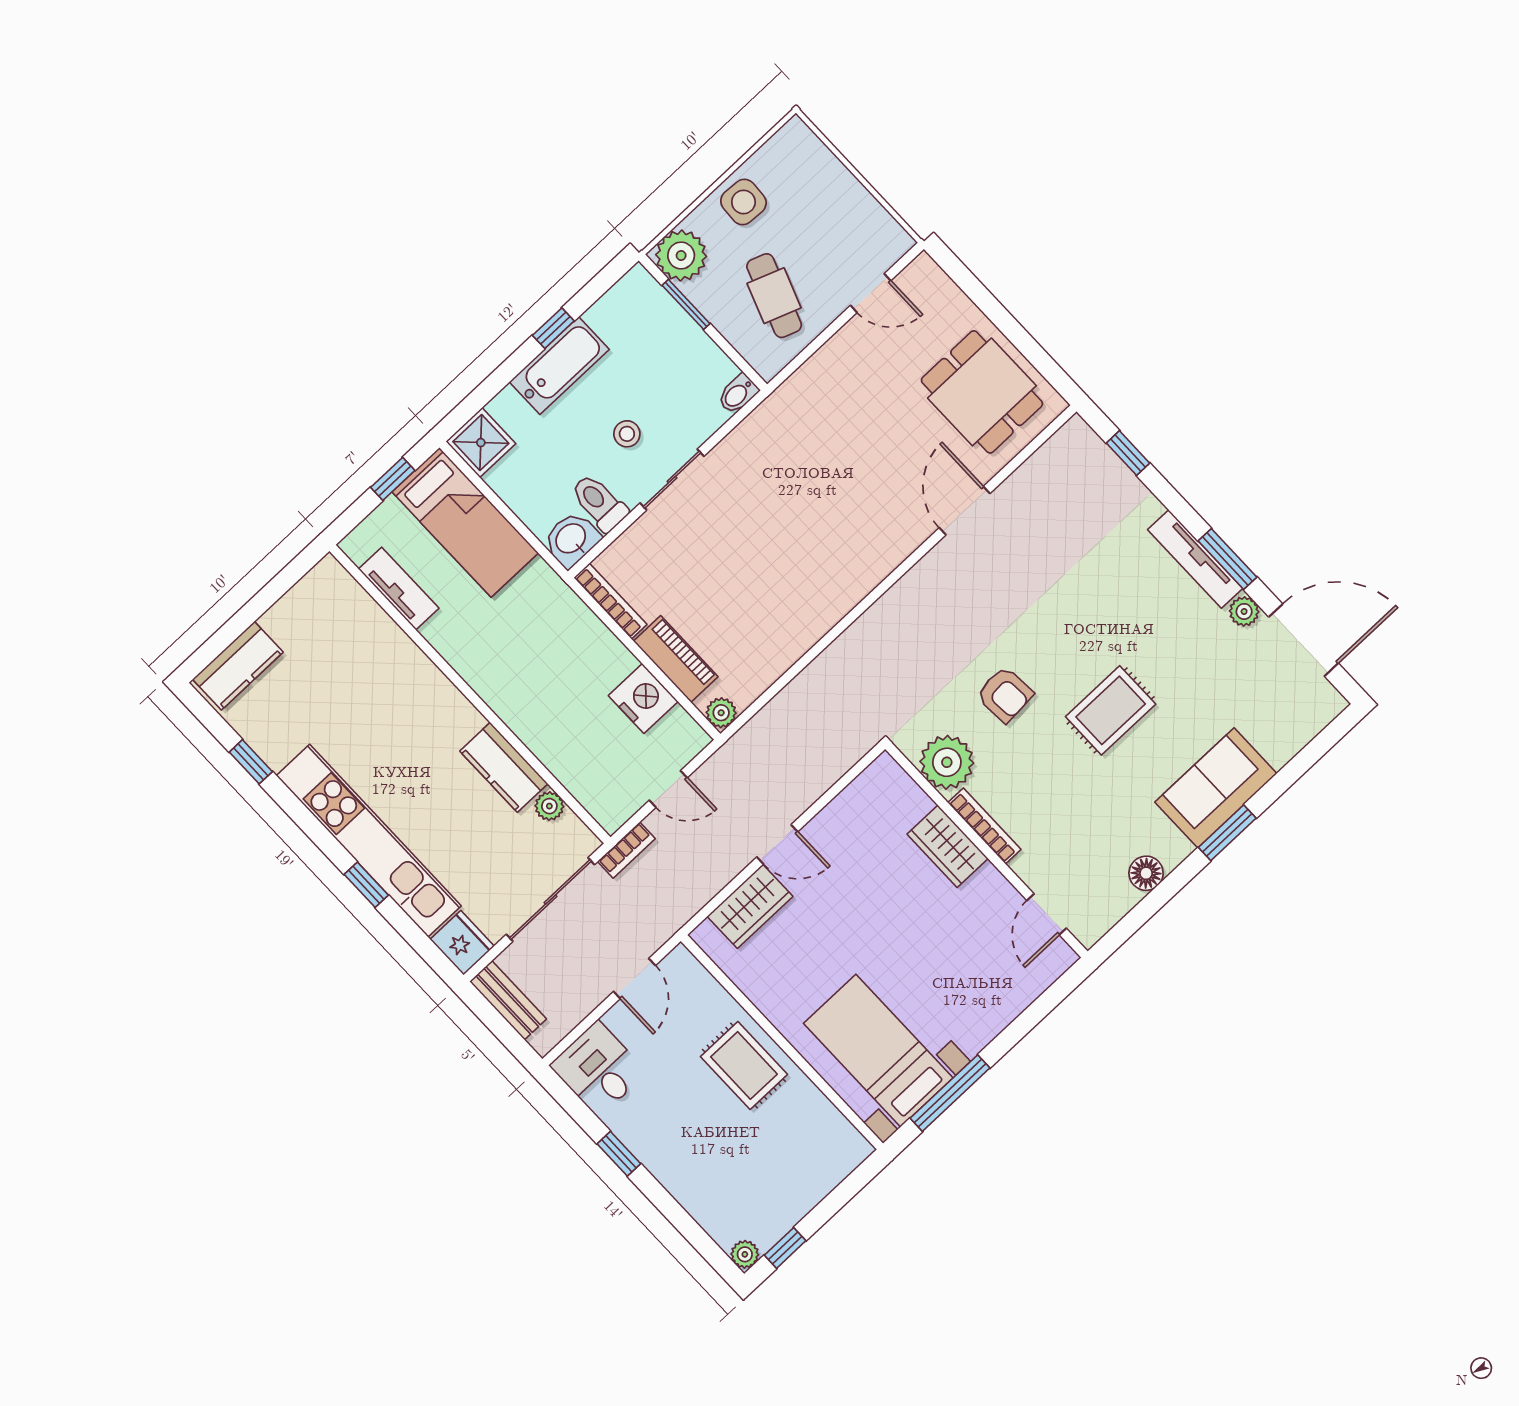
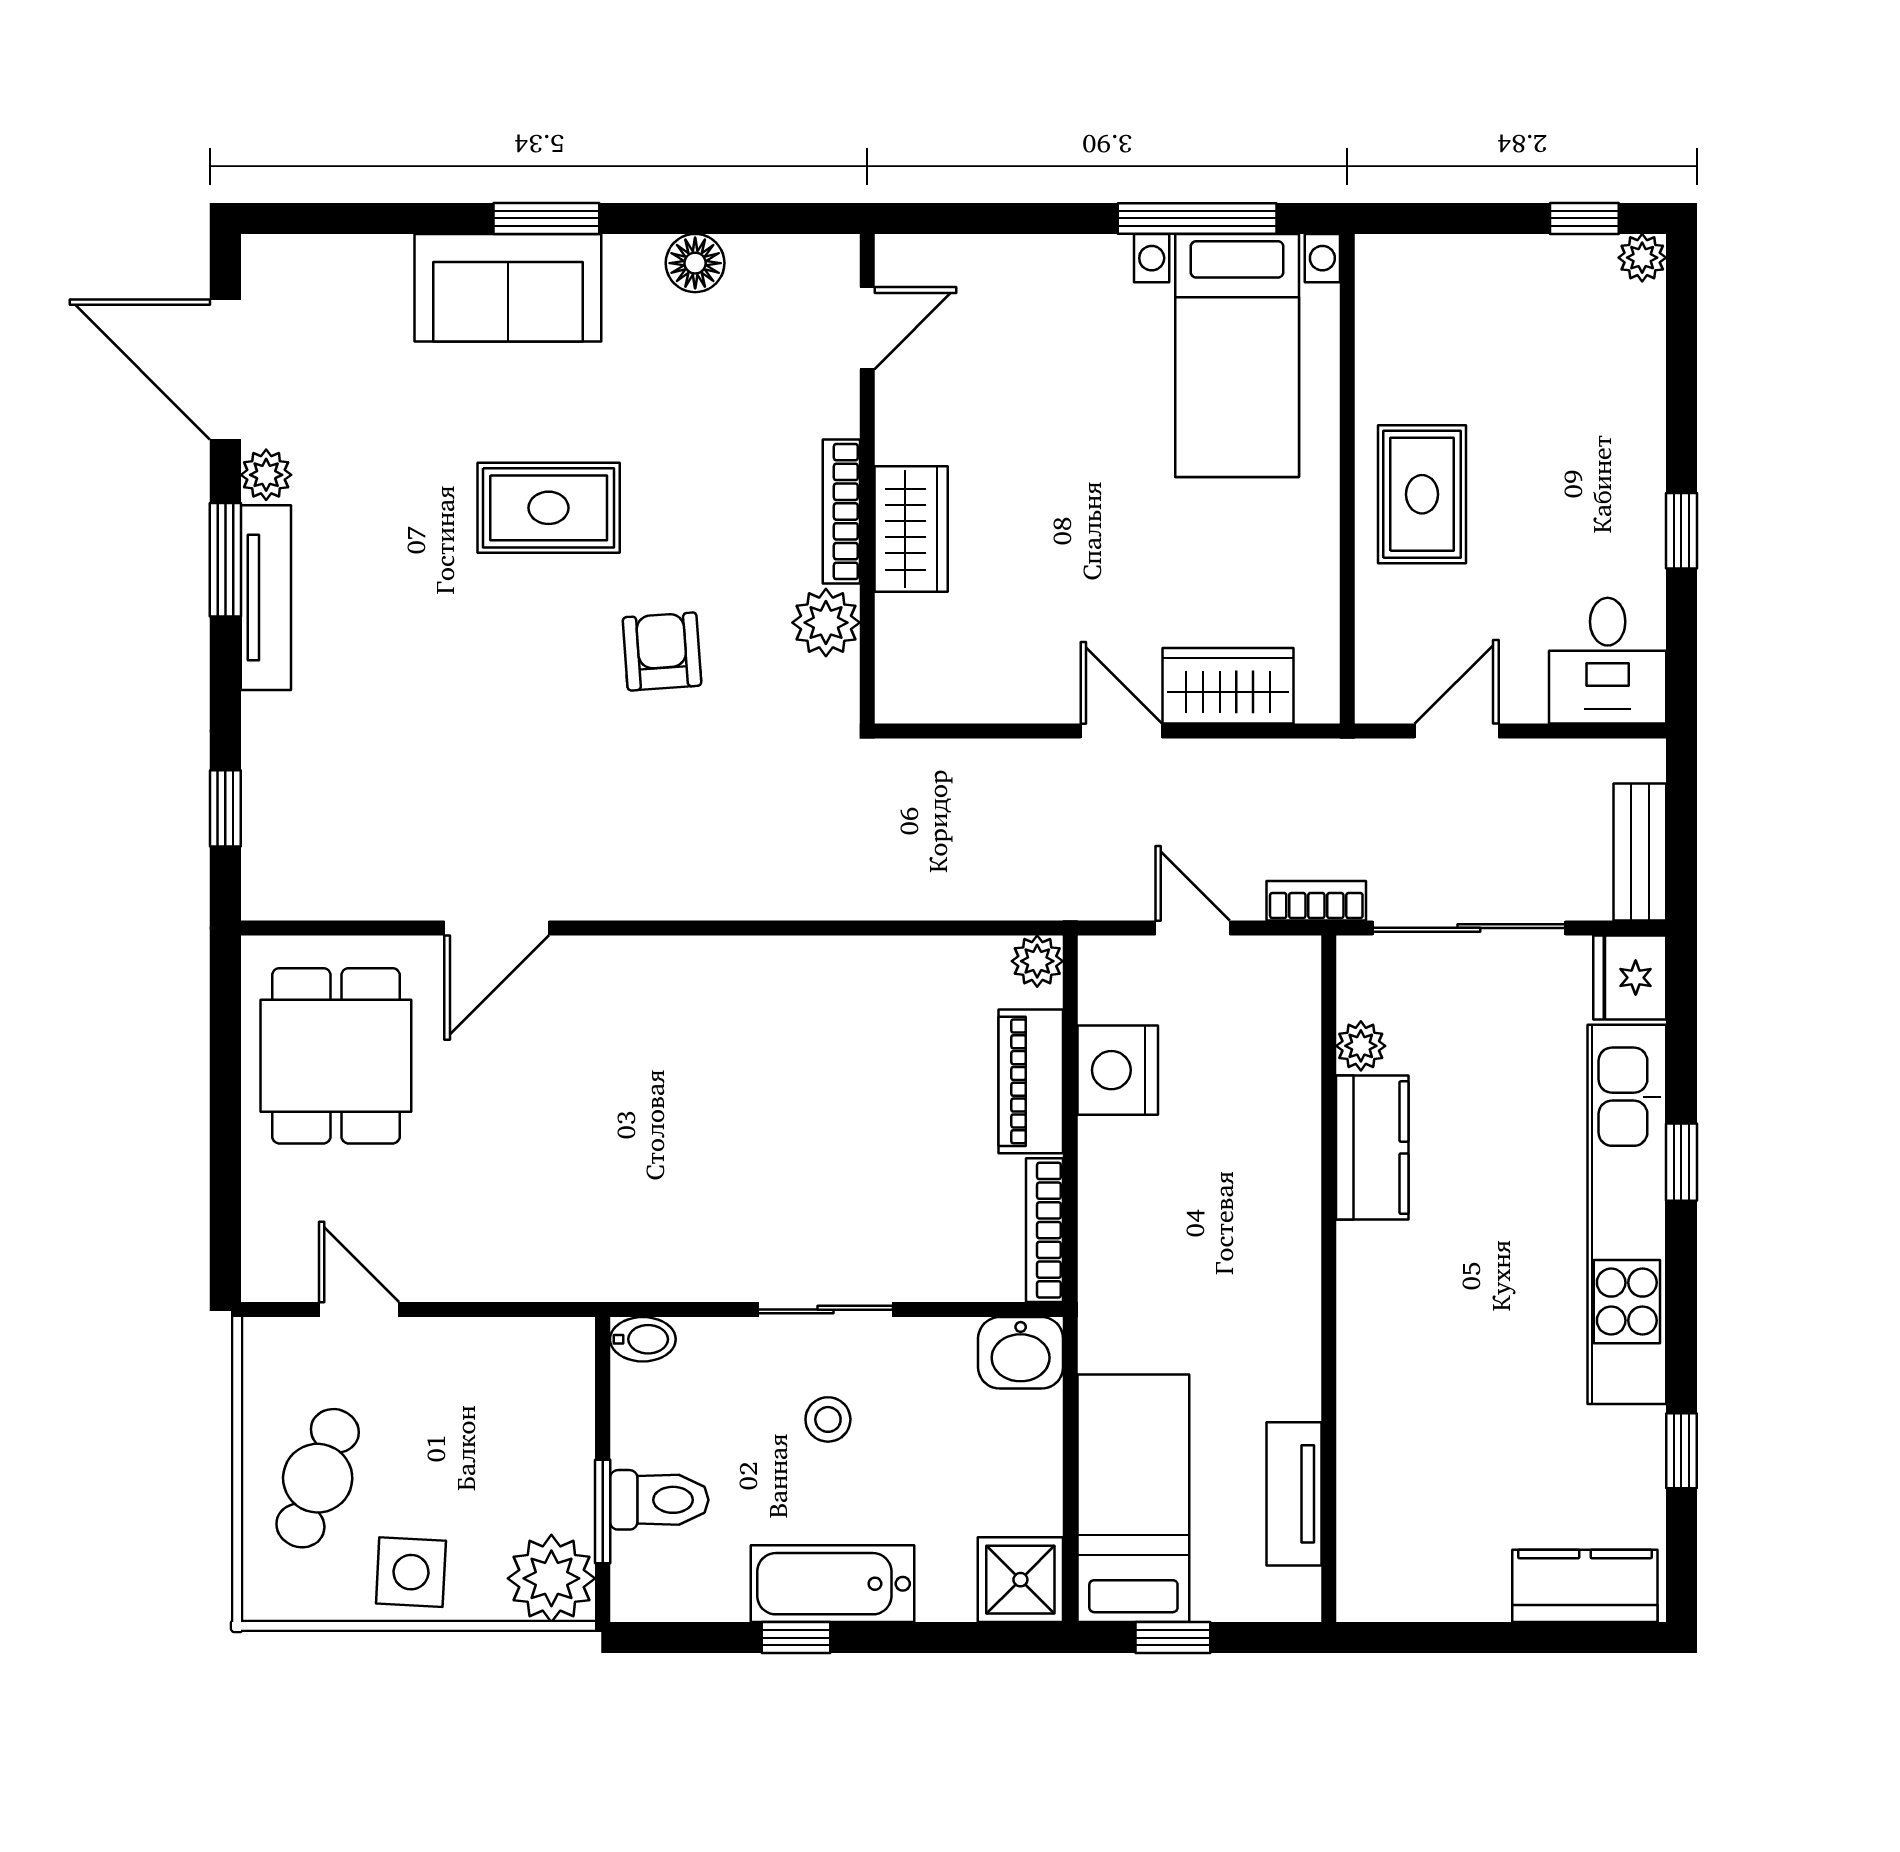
cafe table: (774, 296) -> (318, 1478), moved
toilet: (599, 503) -> (659, 1500), moved, turned -90
plant: (947, 762) -> (826, 623), width x0.73, depth x0.73

